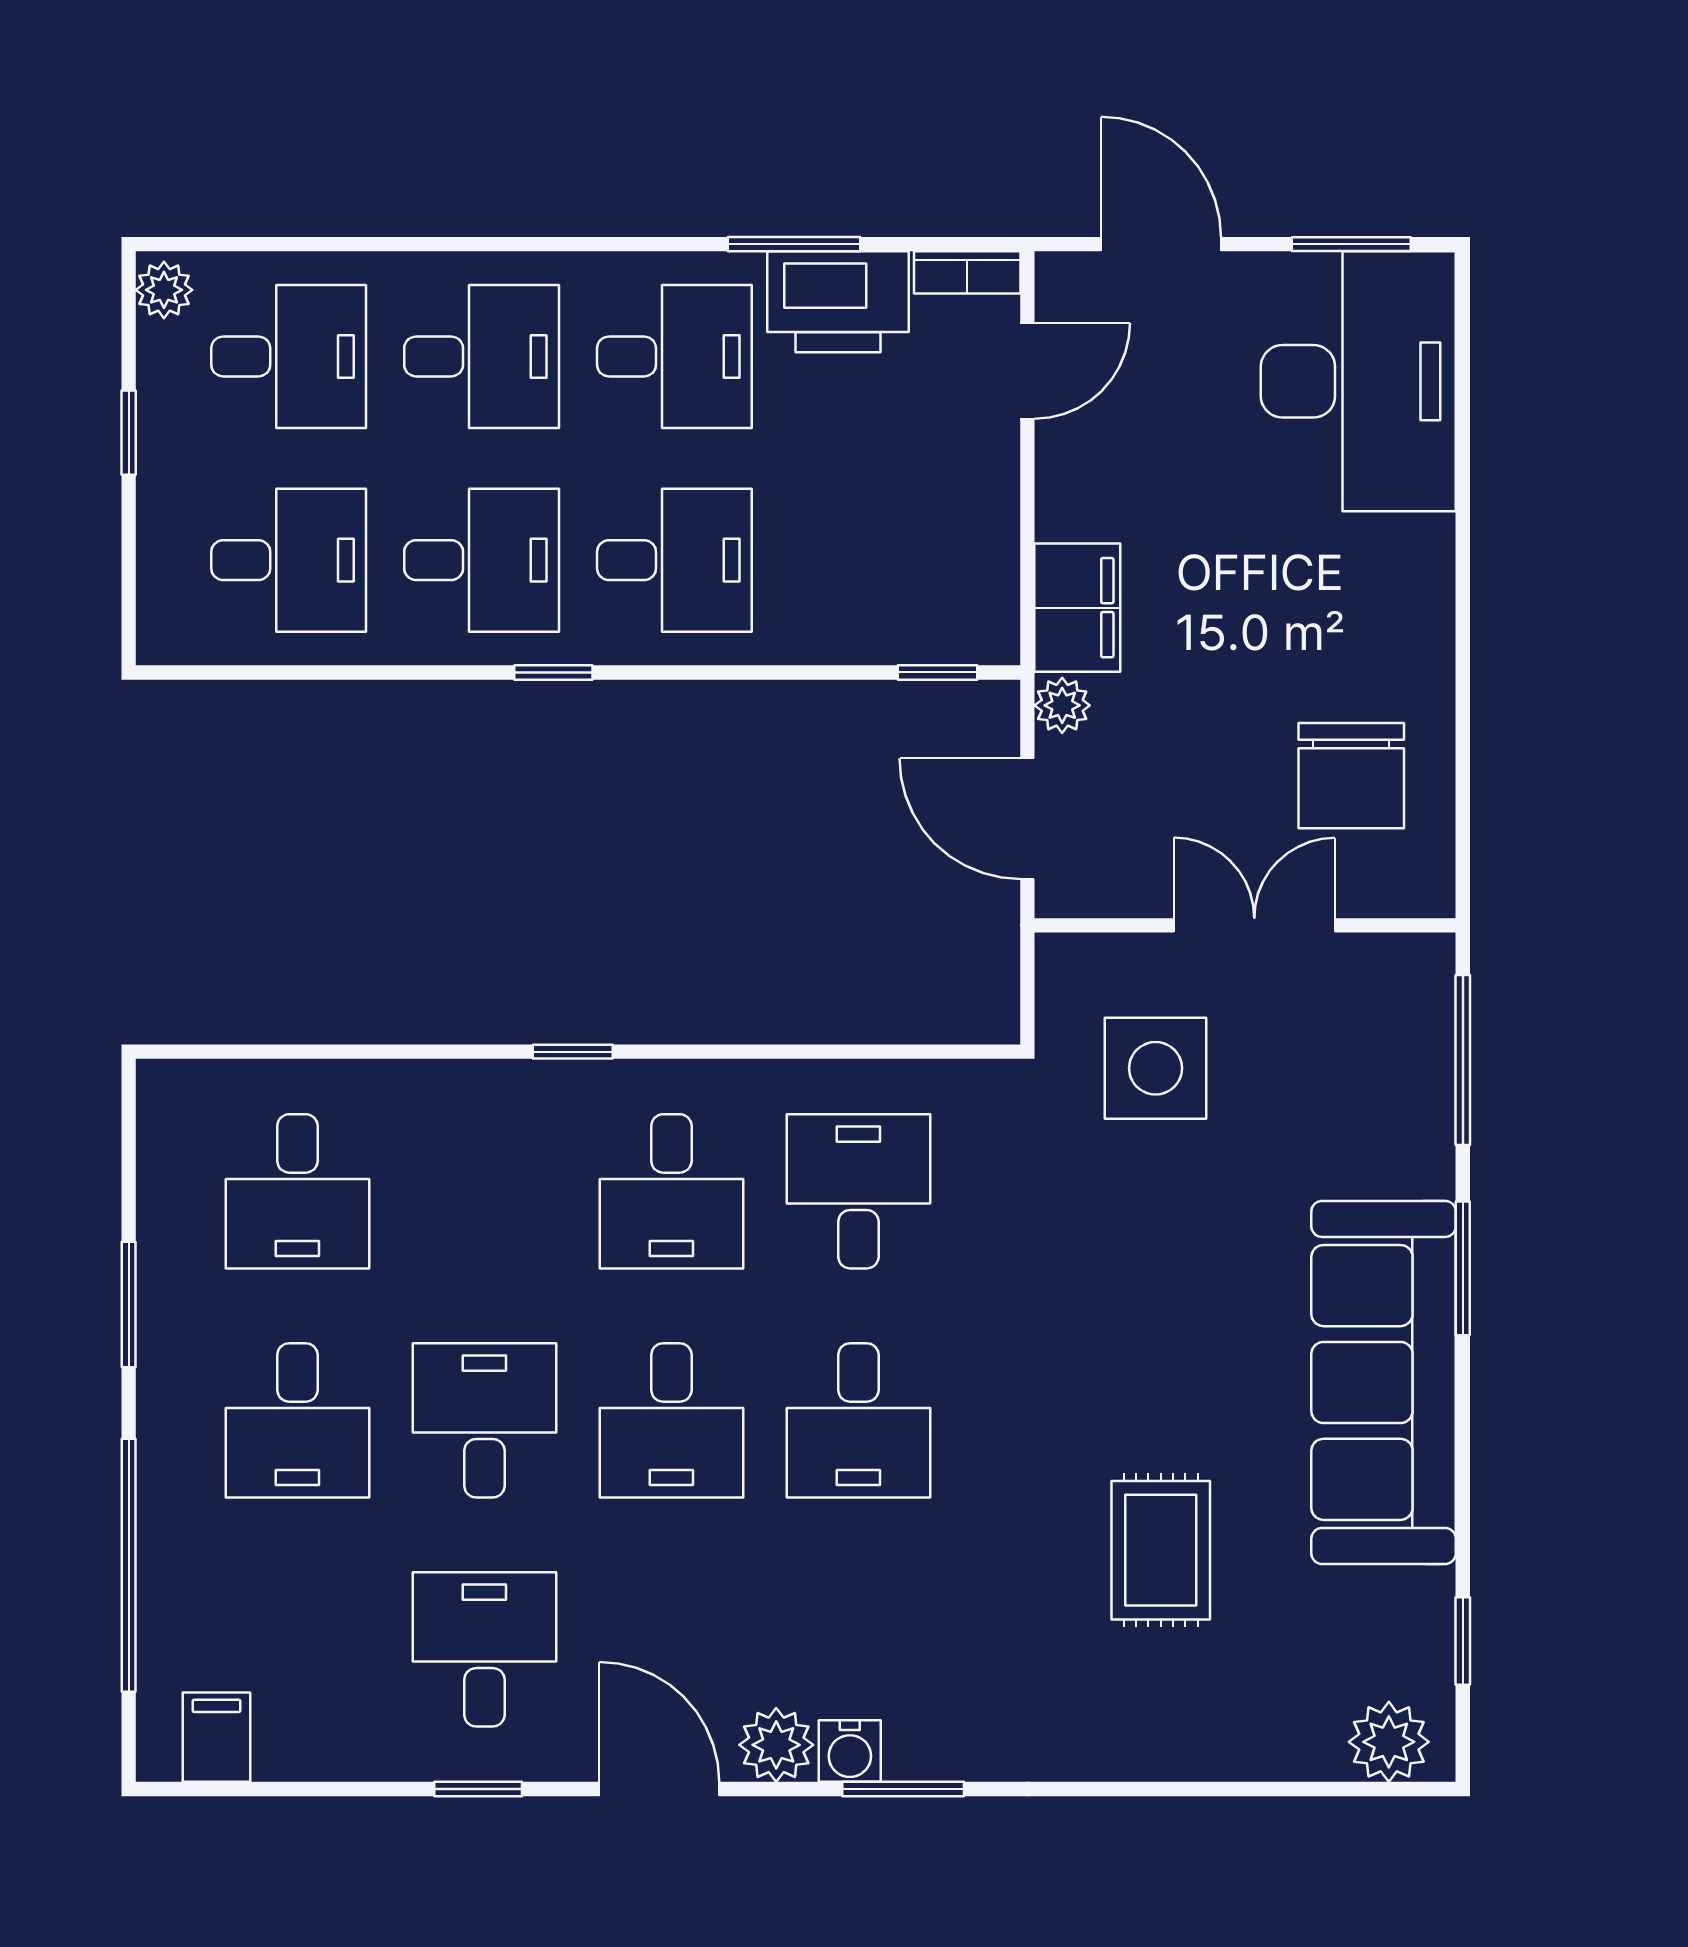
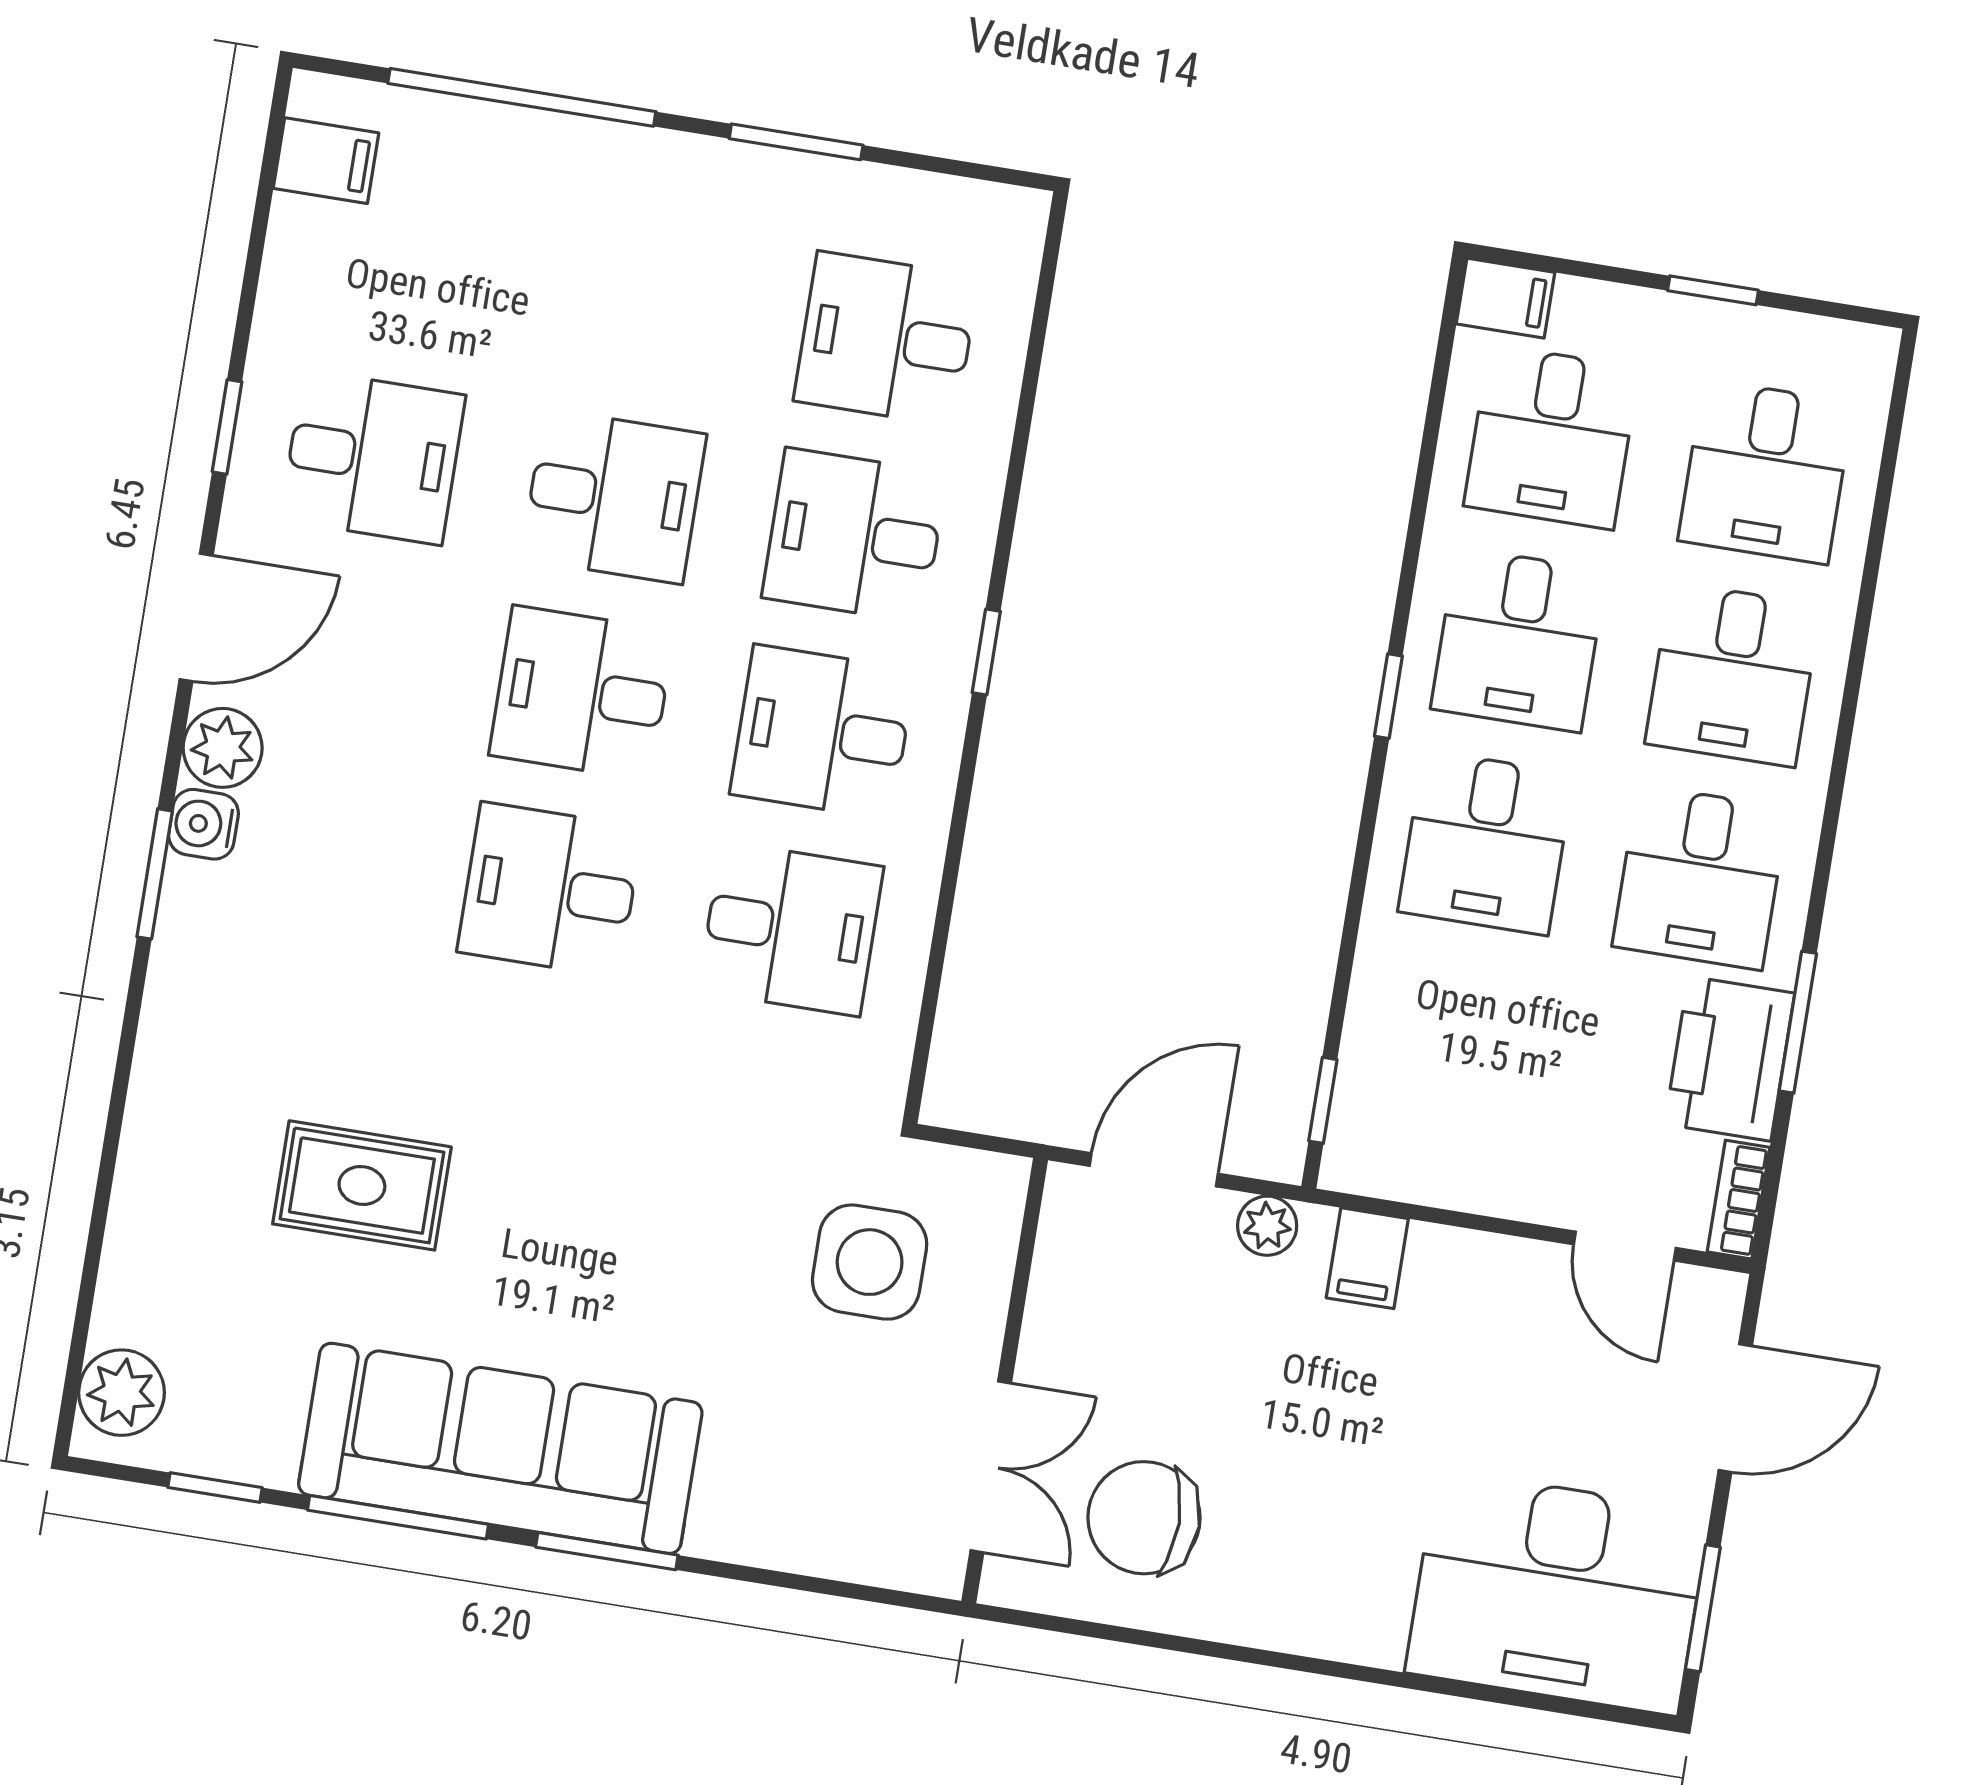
plant: (164, 290) -> (1857, 352), removed
filing cabinet: (1077, 608) -> (1367, 1258), width x0.50
filing cabinet: (167, 624) -> (1505, 298), added
double door: (1254, 925) -> (991, 1467), moved
window: (1463, 1060) -> (398, 1517), moved
desk: (297, 1420) -> (854, 535), moved

